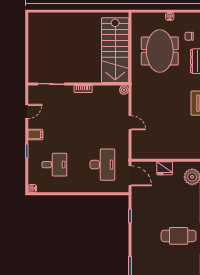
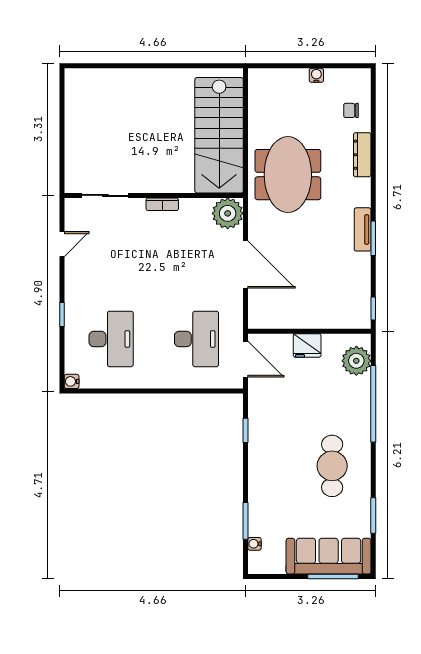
meeting table: (160, 51) -> (288, 175), moved
plant: (124, 90) -> (228, 213), width x1.88, depth x1.88
door: (130, 123) -> (246, 264), width x1.88
filing cabinet: (35, 134) -> (77, 285), removed
desk: (54, 165) -> (111, 339), width x1.37
cafe table: (179, 236) -> (332, 466), turned 90

